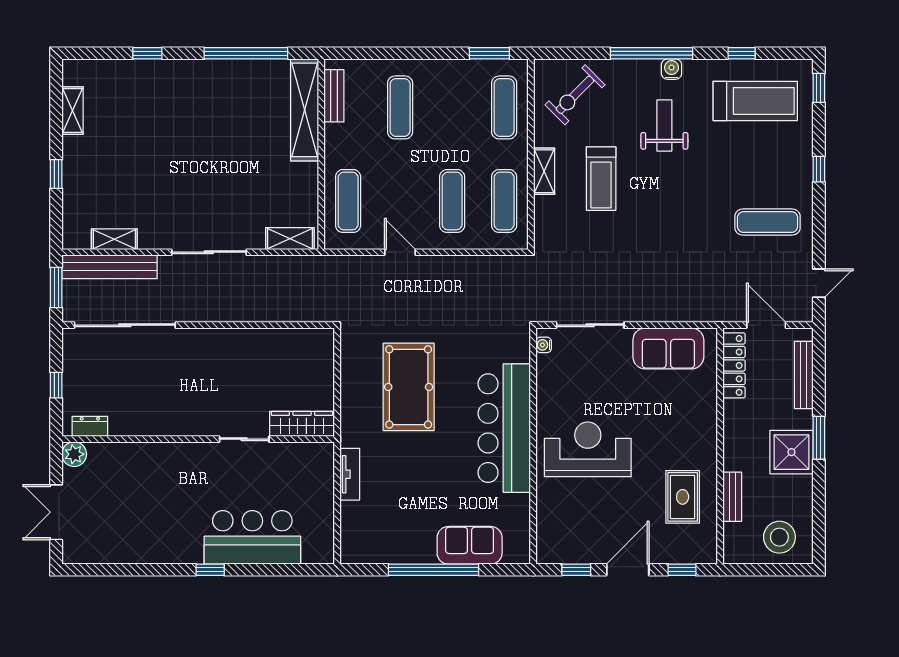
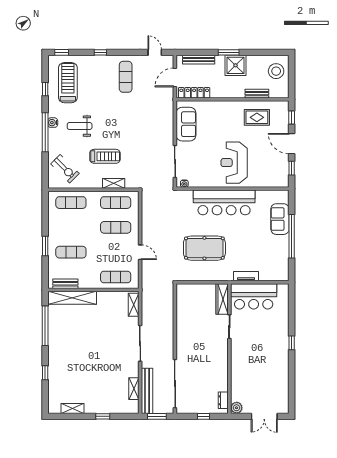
window: (489, 53) -> (45, 246), moved
shelving: (544, 171) -> (114, 183), moved
door: (400, 252) -> (140, 252), swing flipped
bar counter: (252, 537) -> (254, 296), moved, turned -90

